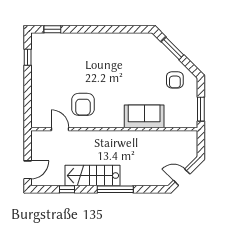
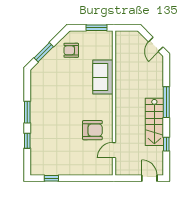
window: (52, 29) -> (27, 141), moved
window: (104, 29) -> (27, 112), added
armchair: (175, 80) -> (71, 50), turned 180

